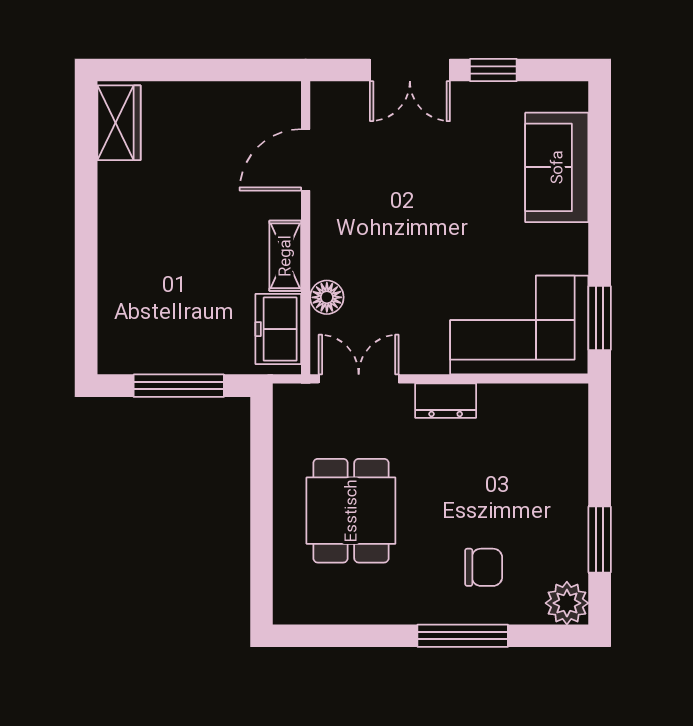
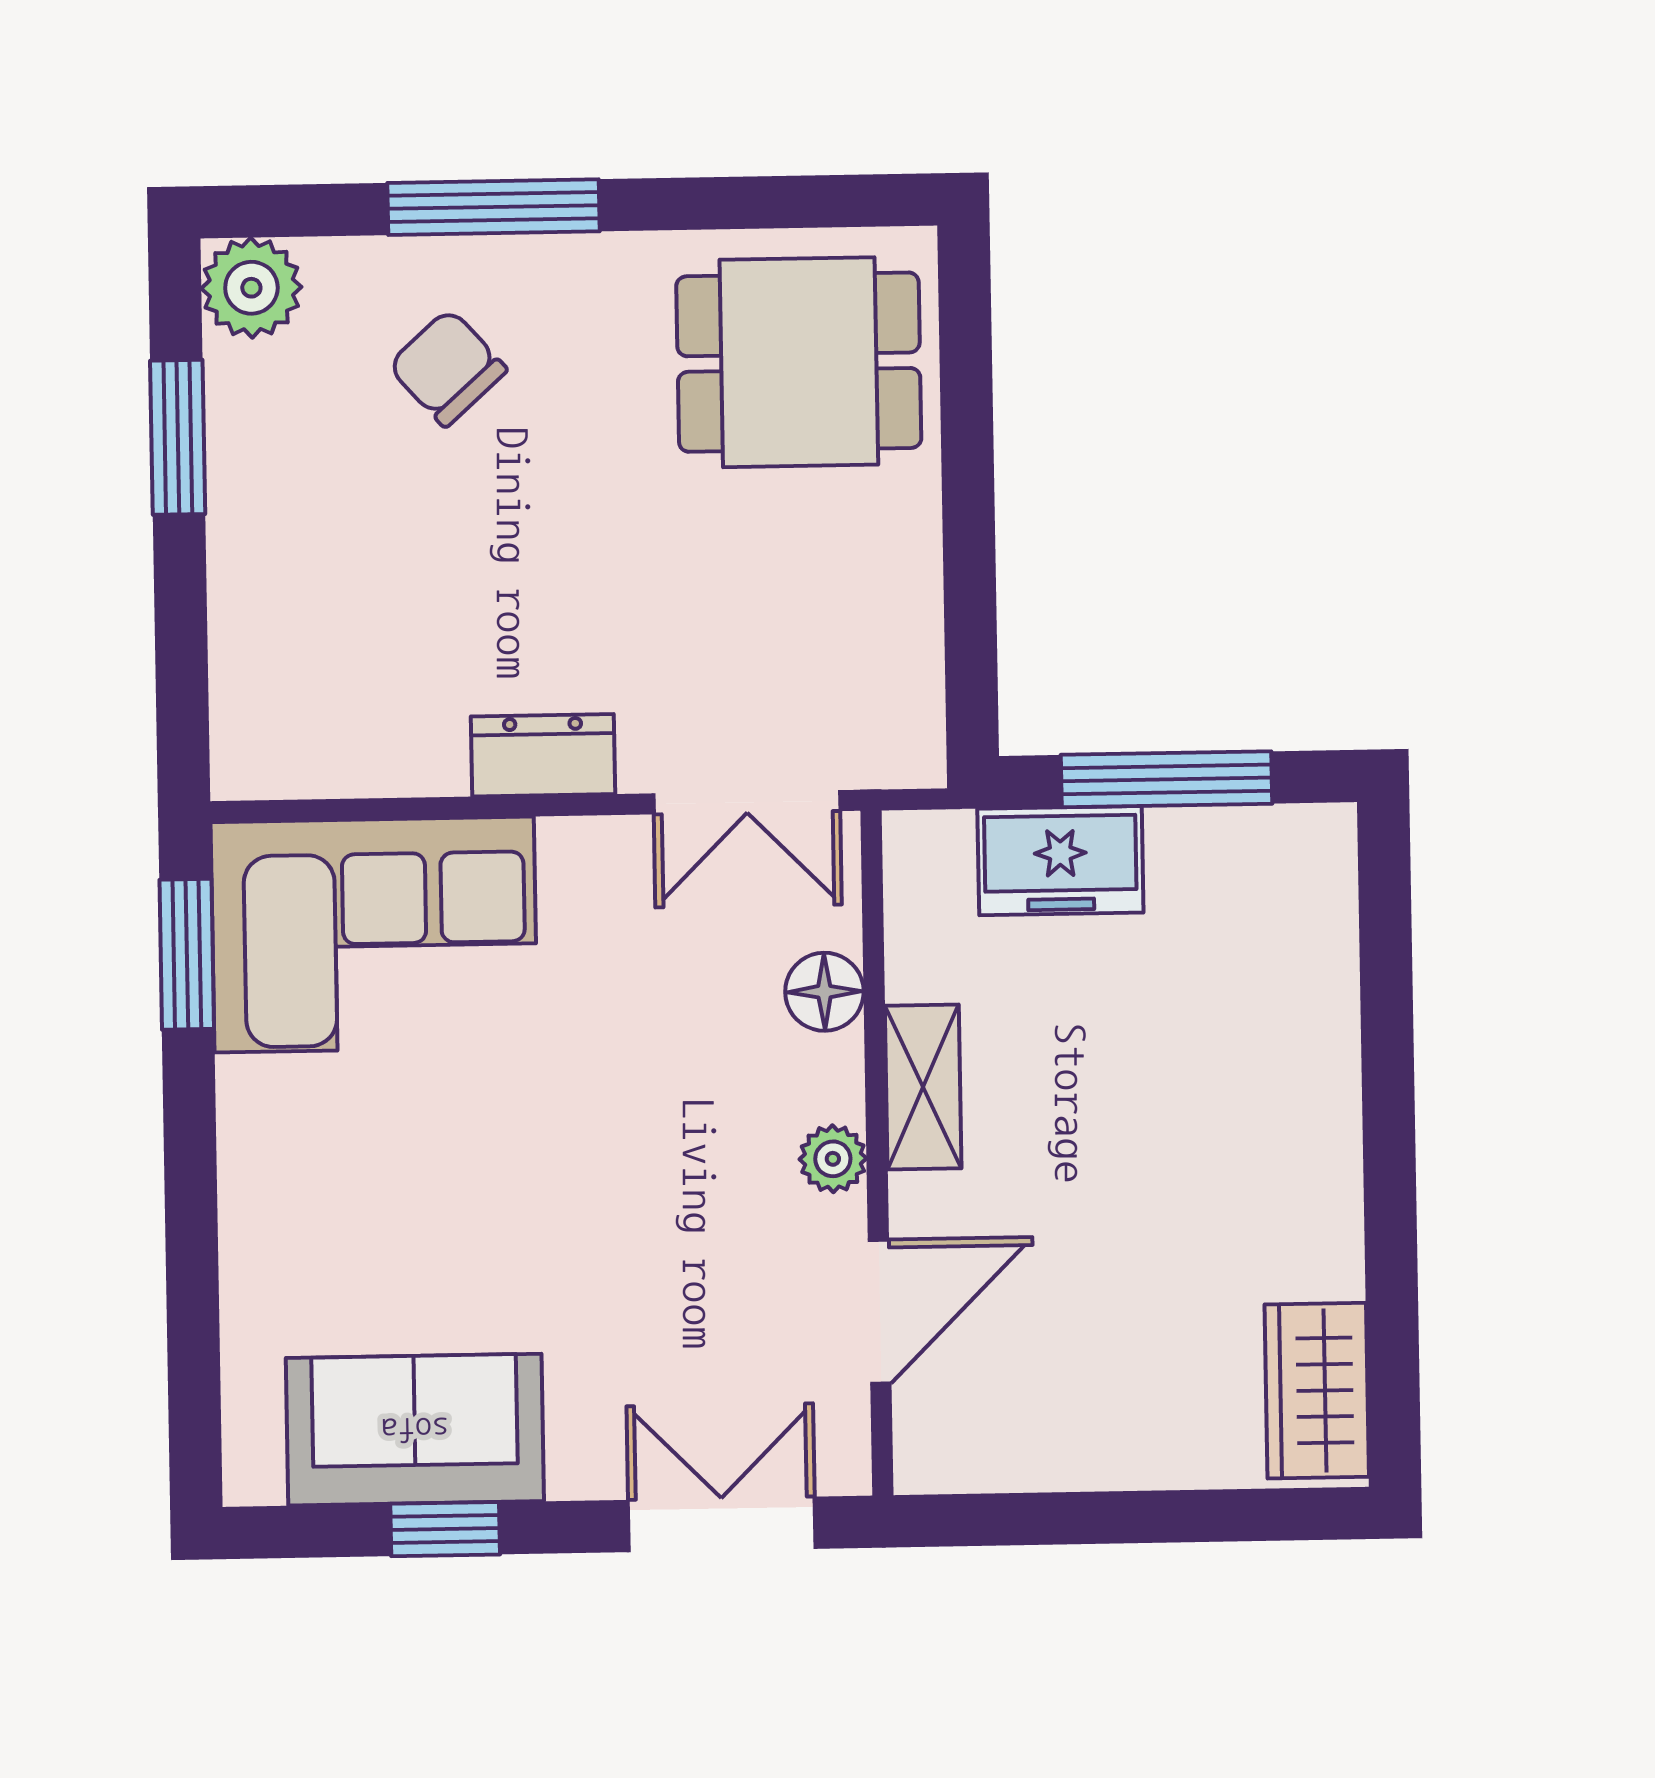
double door: (410, 70) -> (722, 1524), moved
sofa: (557, 167) -> (415, 1430), moved, turned -90
plant: (324, 226) -> (833, 1159), added
freezer: (278, 329) -> (1060, 861), moved, turned 90
dining table: (351, 511) -> (799, 362), moved, turned 90
chair: (484, 567) -> (447, 368), turned 48

